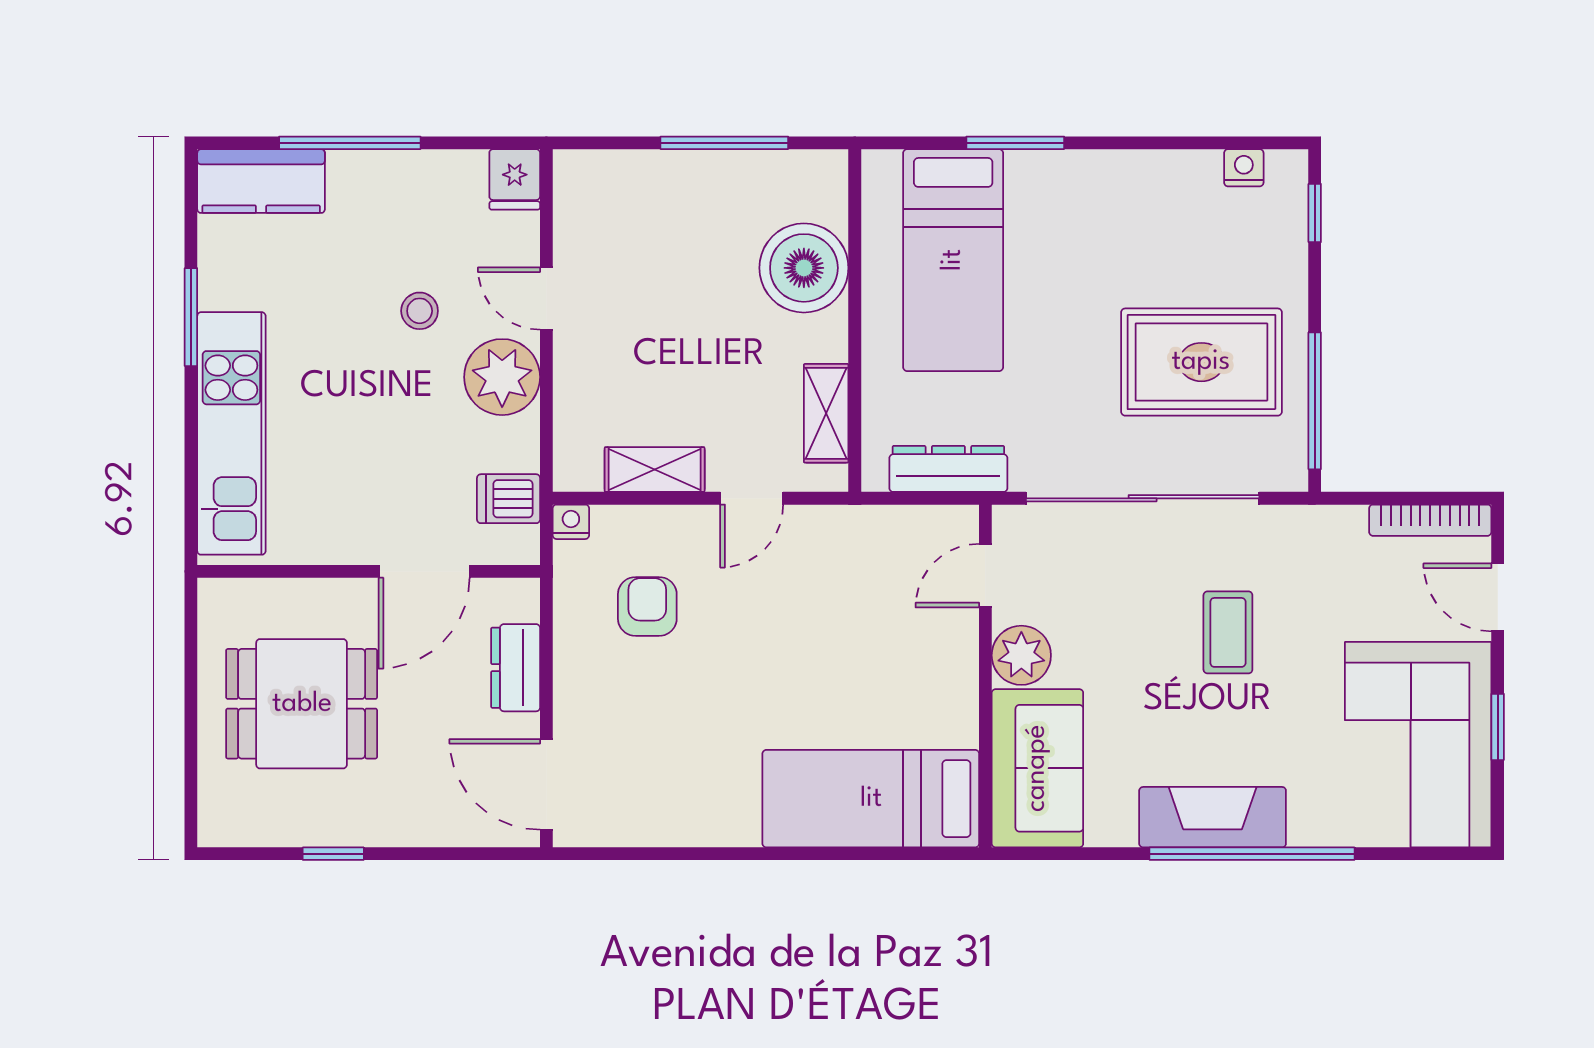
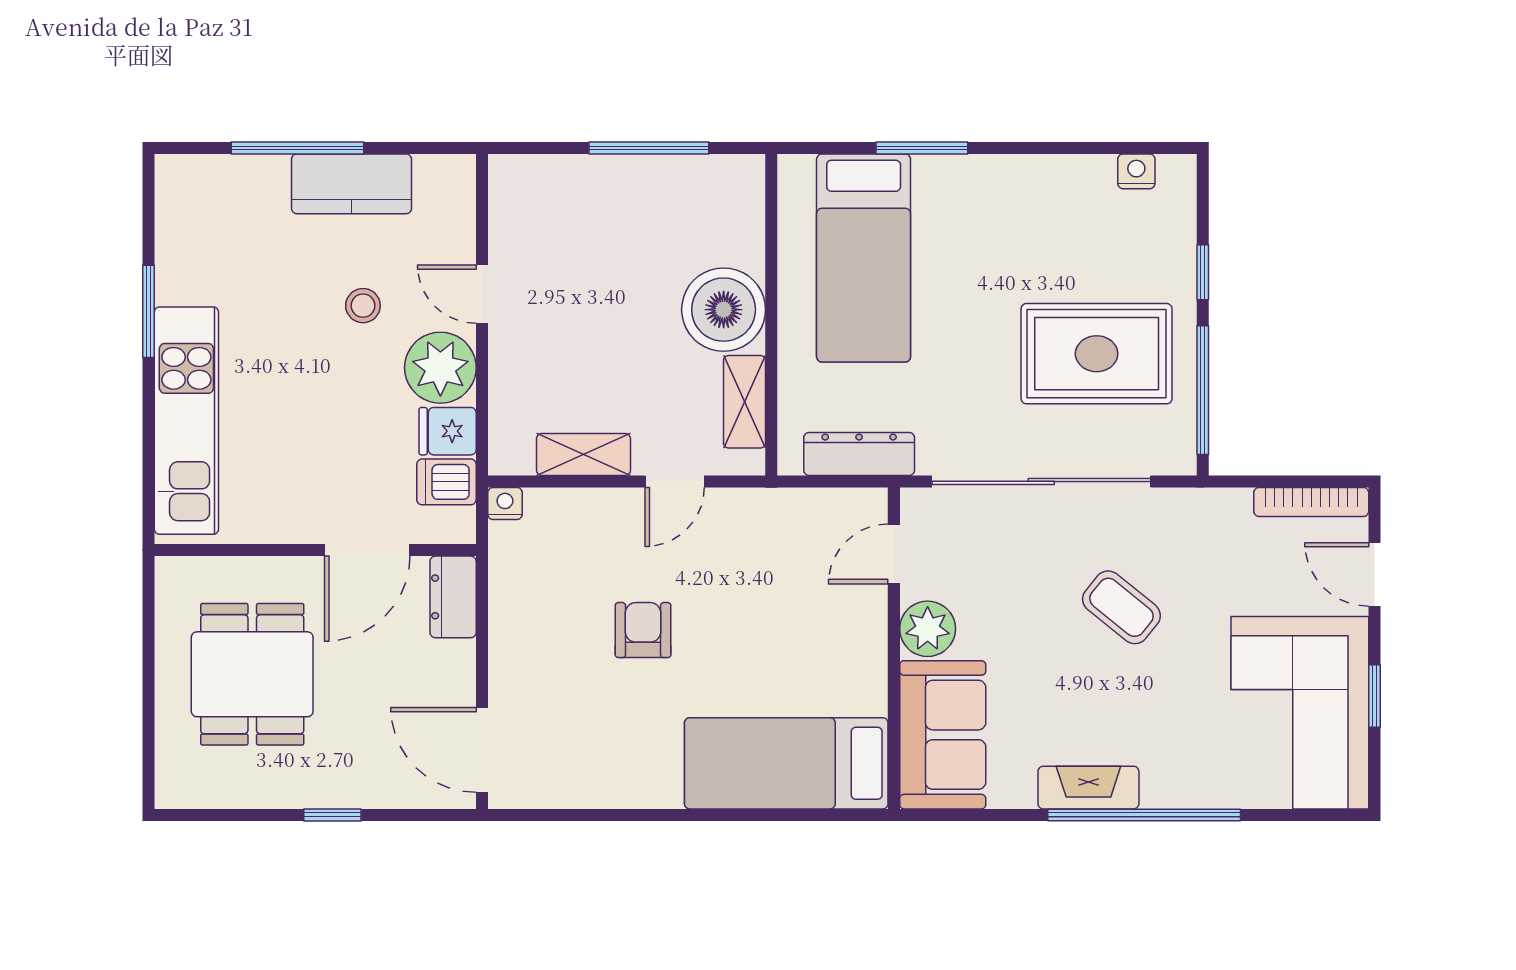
fridge: (515, 179) -> (448, 431), moved, turned 90
kitchen counter: (261, 181) -> (351, 184), moved
window: (1315, 213) -> (1203, 272), moved
boiler: (804, 268) -> (724, 310), moved
armchair: (647, 606) -> (643, 630), moved
coffee table: (1228, 632) -> (1121, 607), turned -51
dresser: (516, 668) -> (453, 597), moved
dining table: (302, 704) -> (252, 674), turned 90
fireplace: (1213, 817) -> (1088, 788), width x0.73, depth x0.76
window: (333, 854) -> (332, 815), moved

